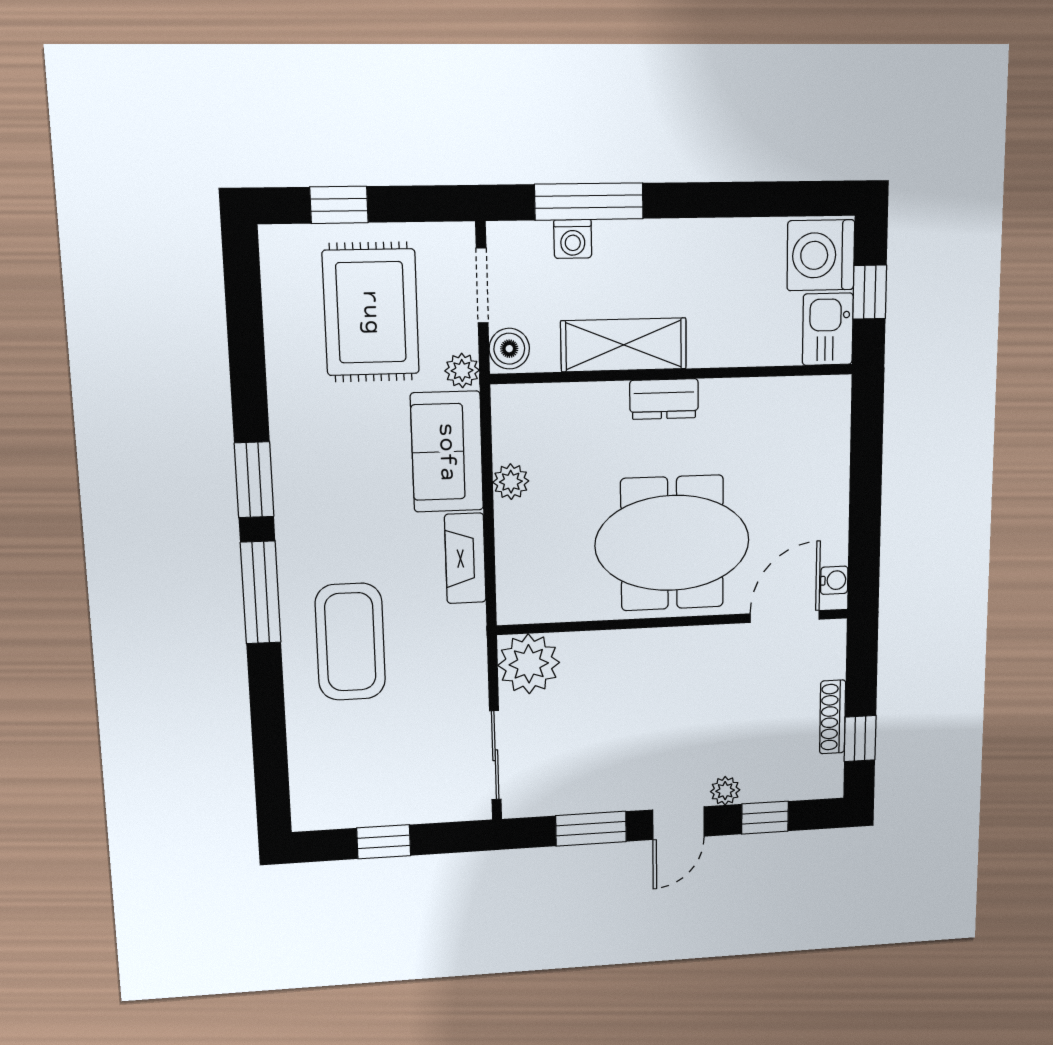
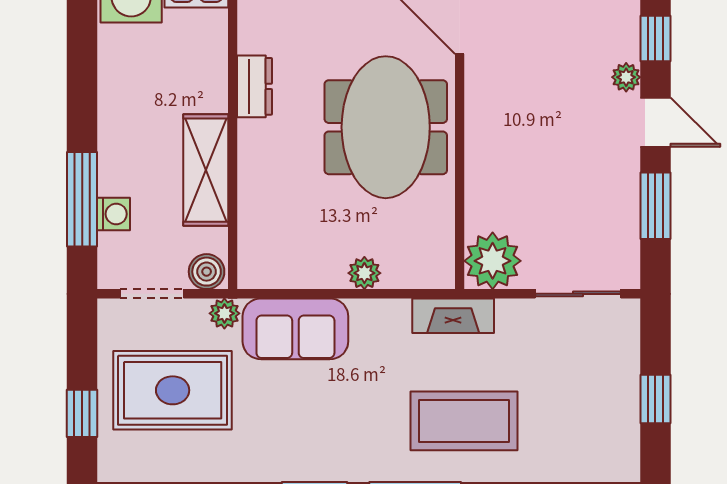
dresser: (664, 399) -> (255, 86), moved
plant: (511, 482) -> (364, 273), moved
fireplace: (465, 558) -> (453, 316), moved

